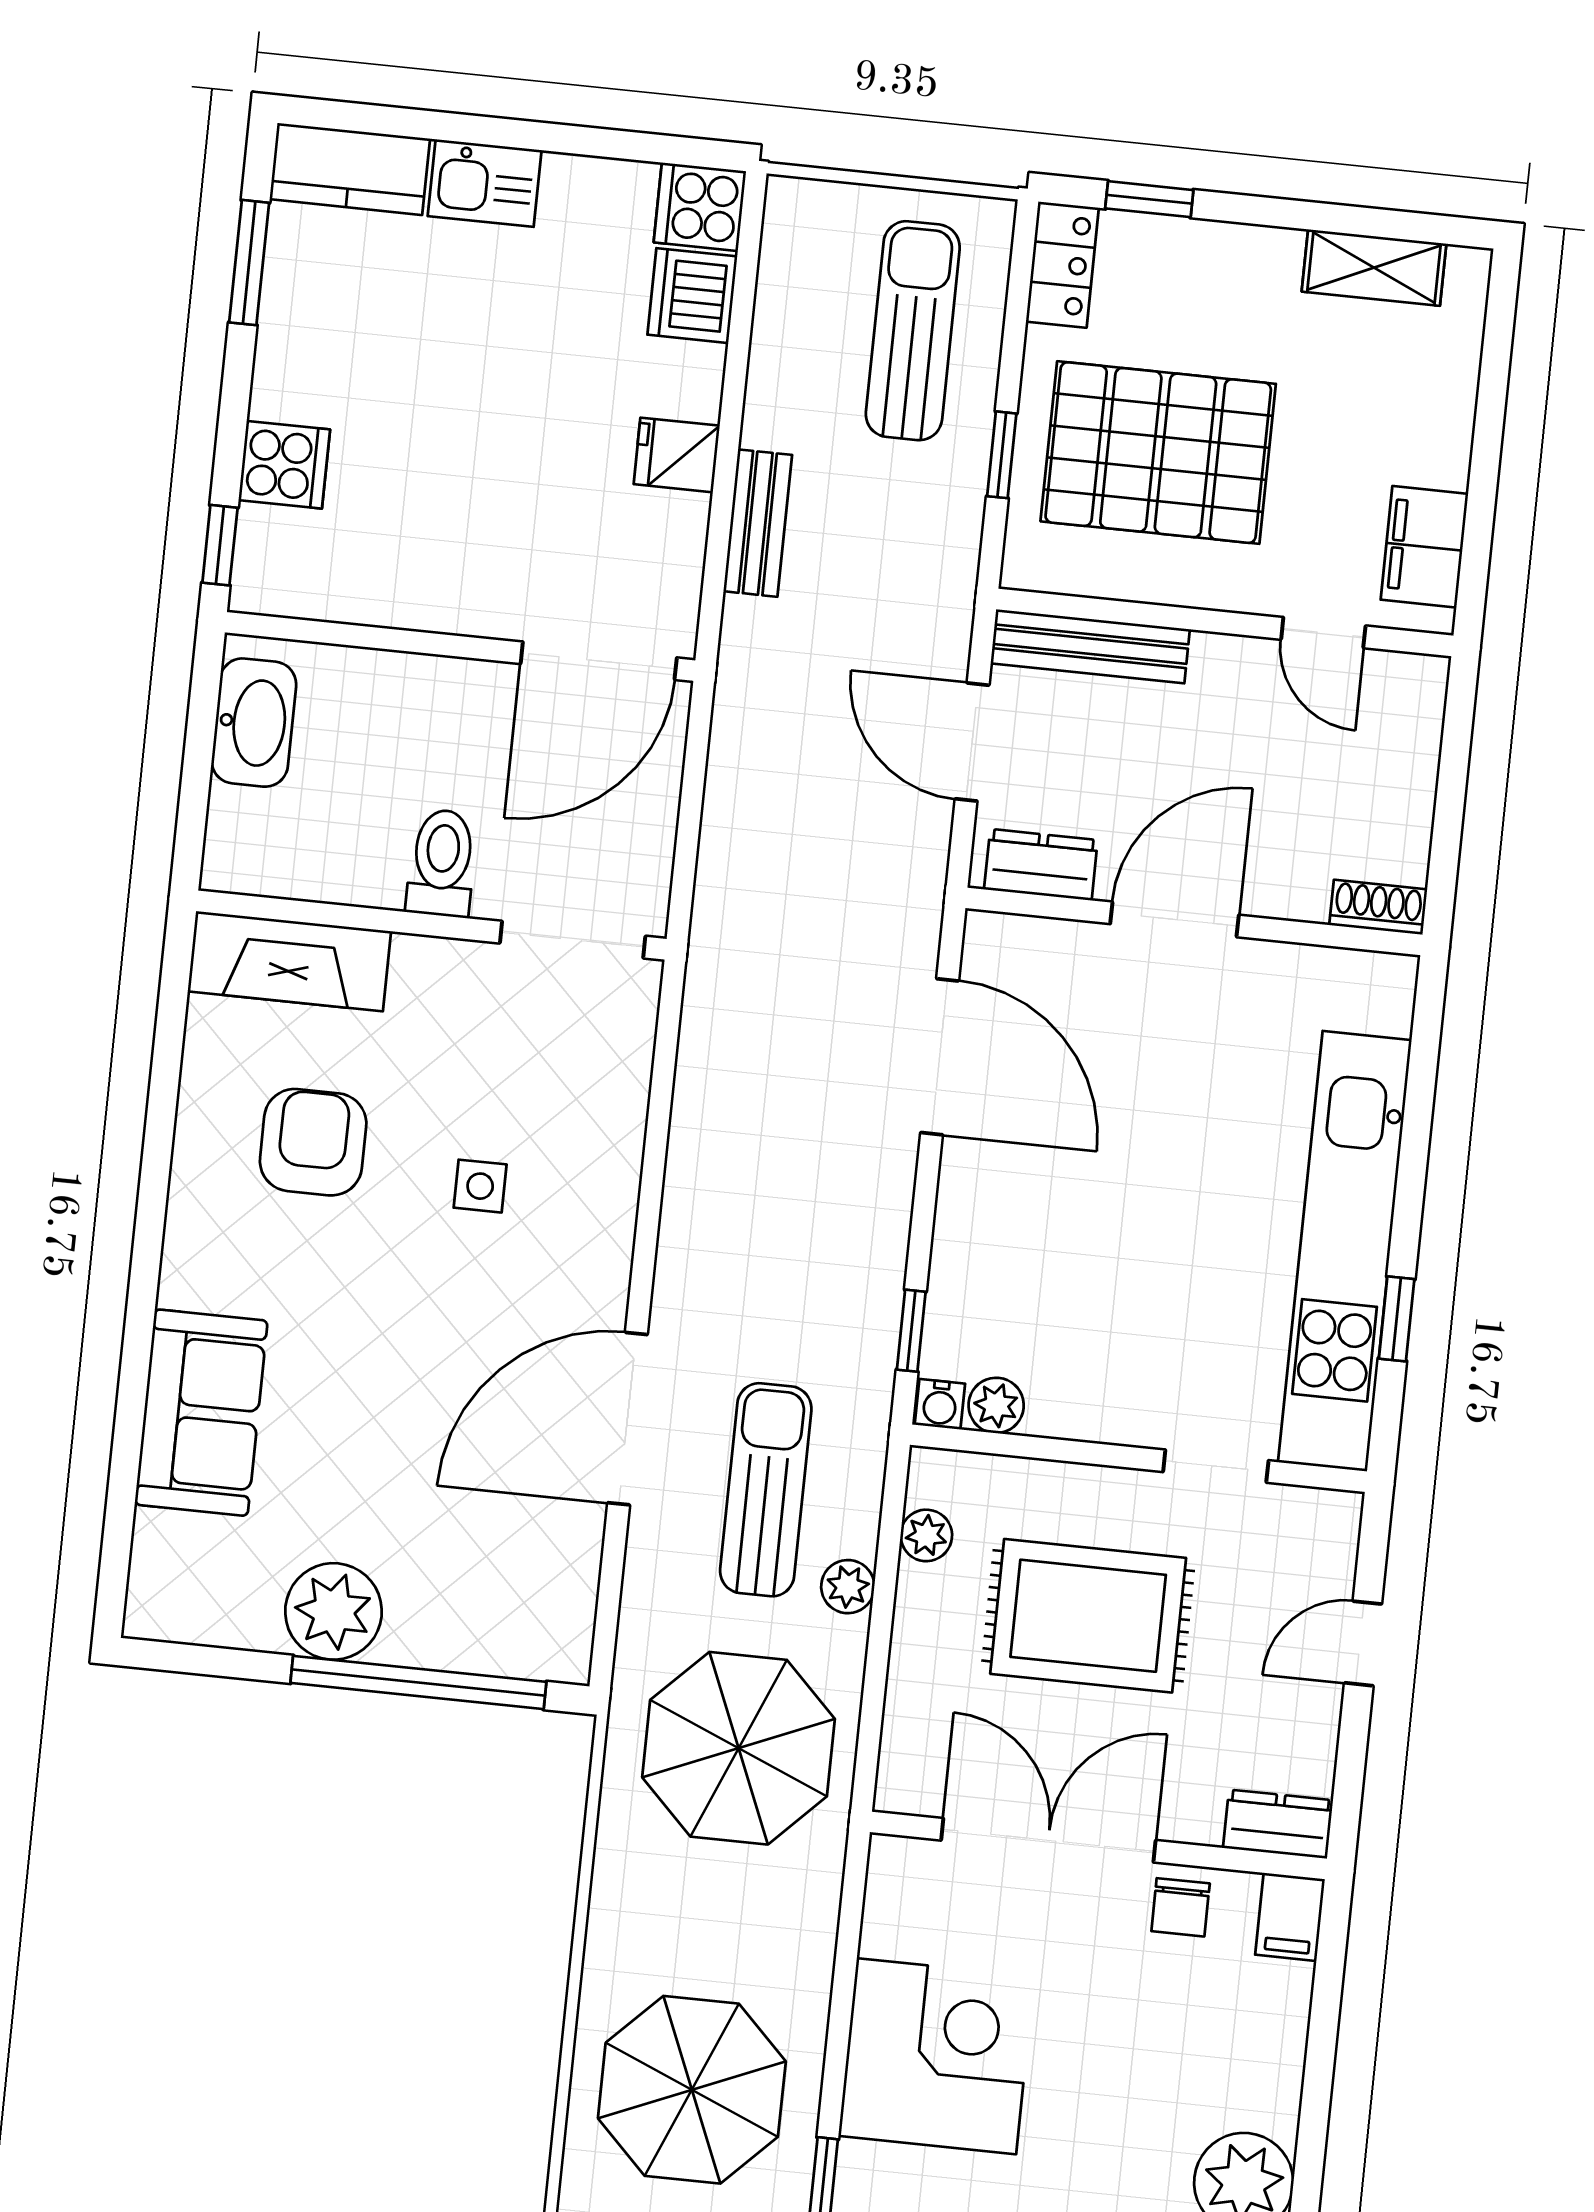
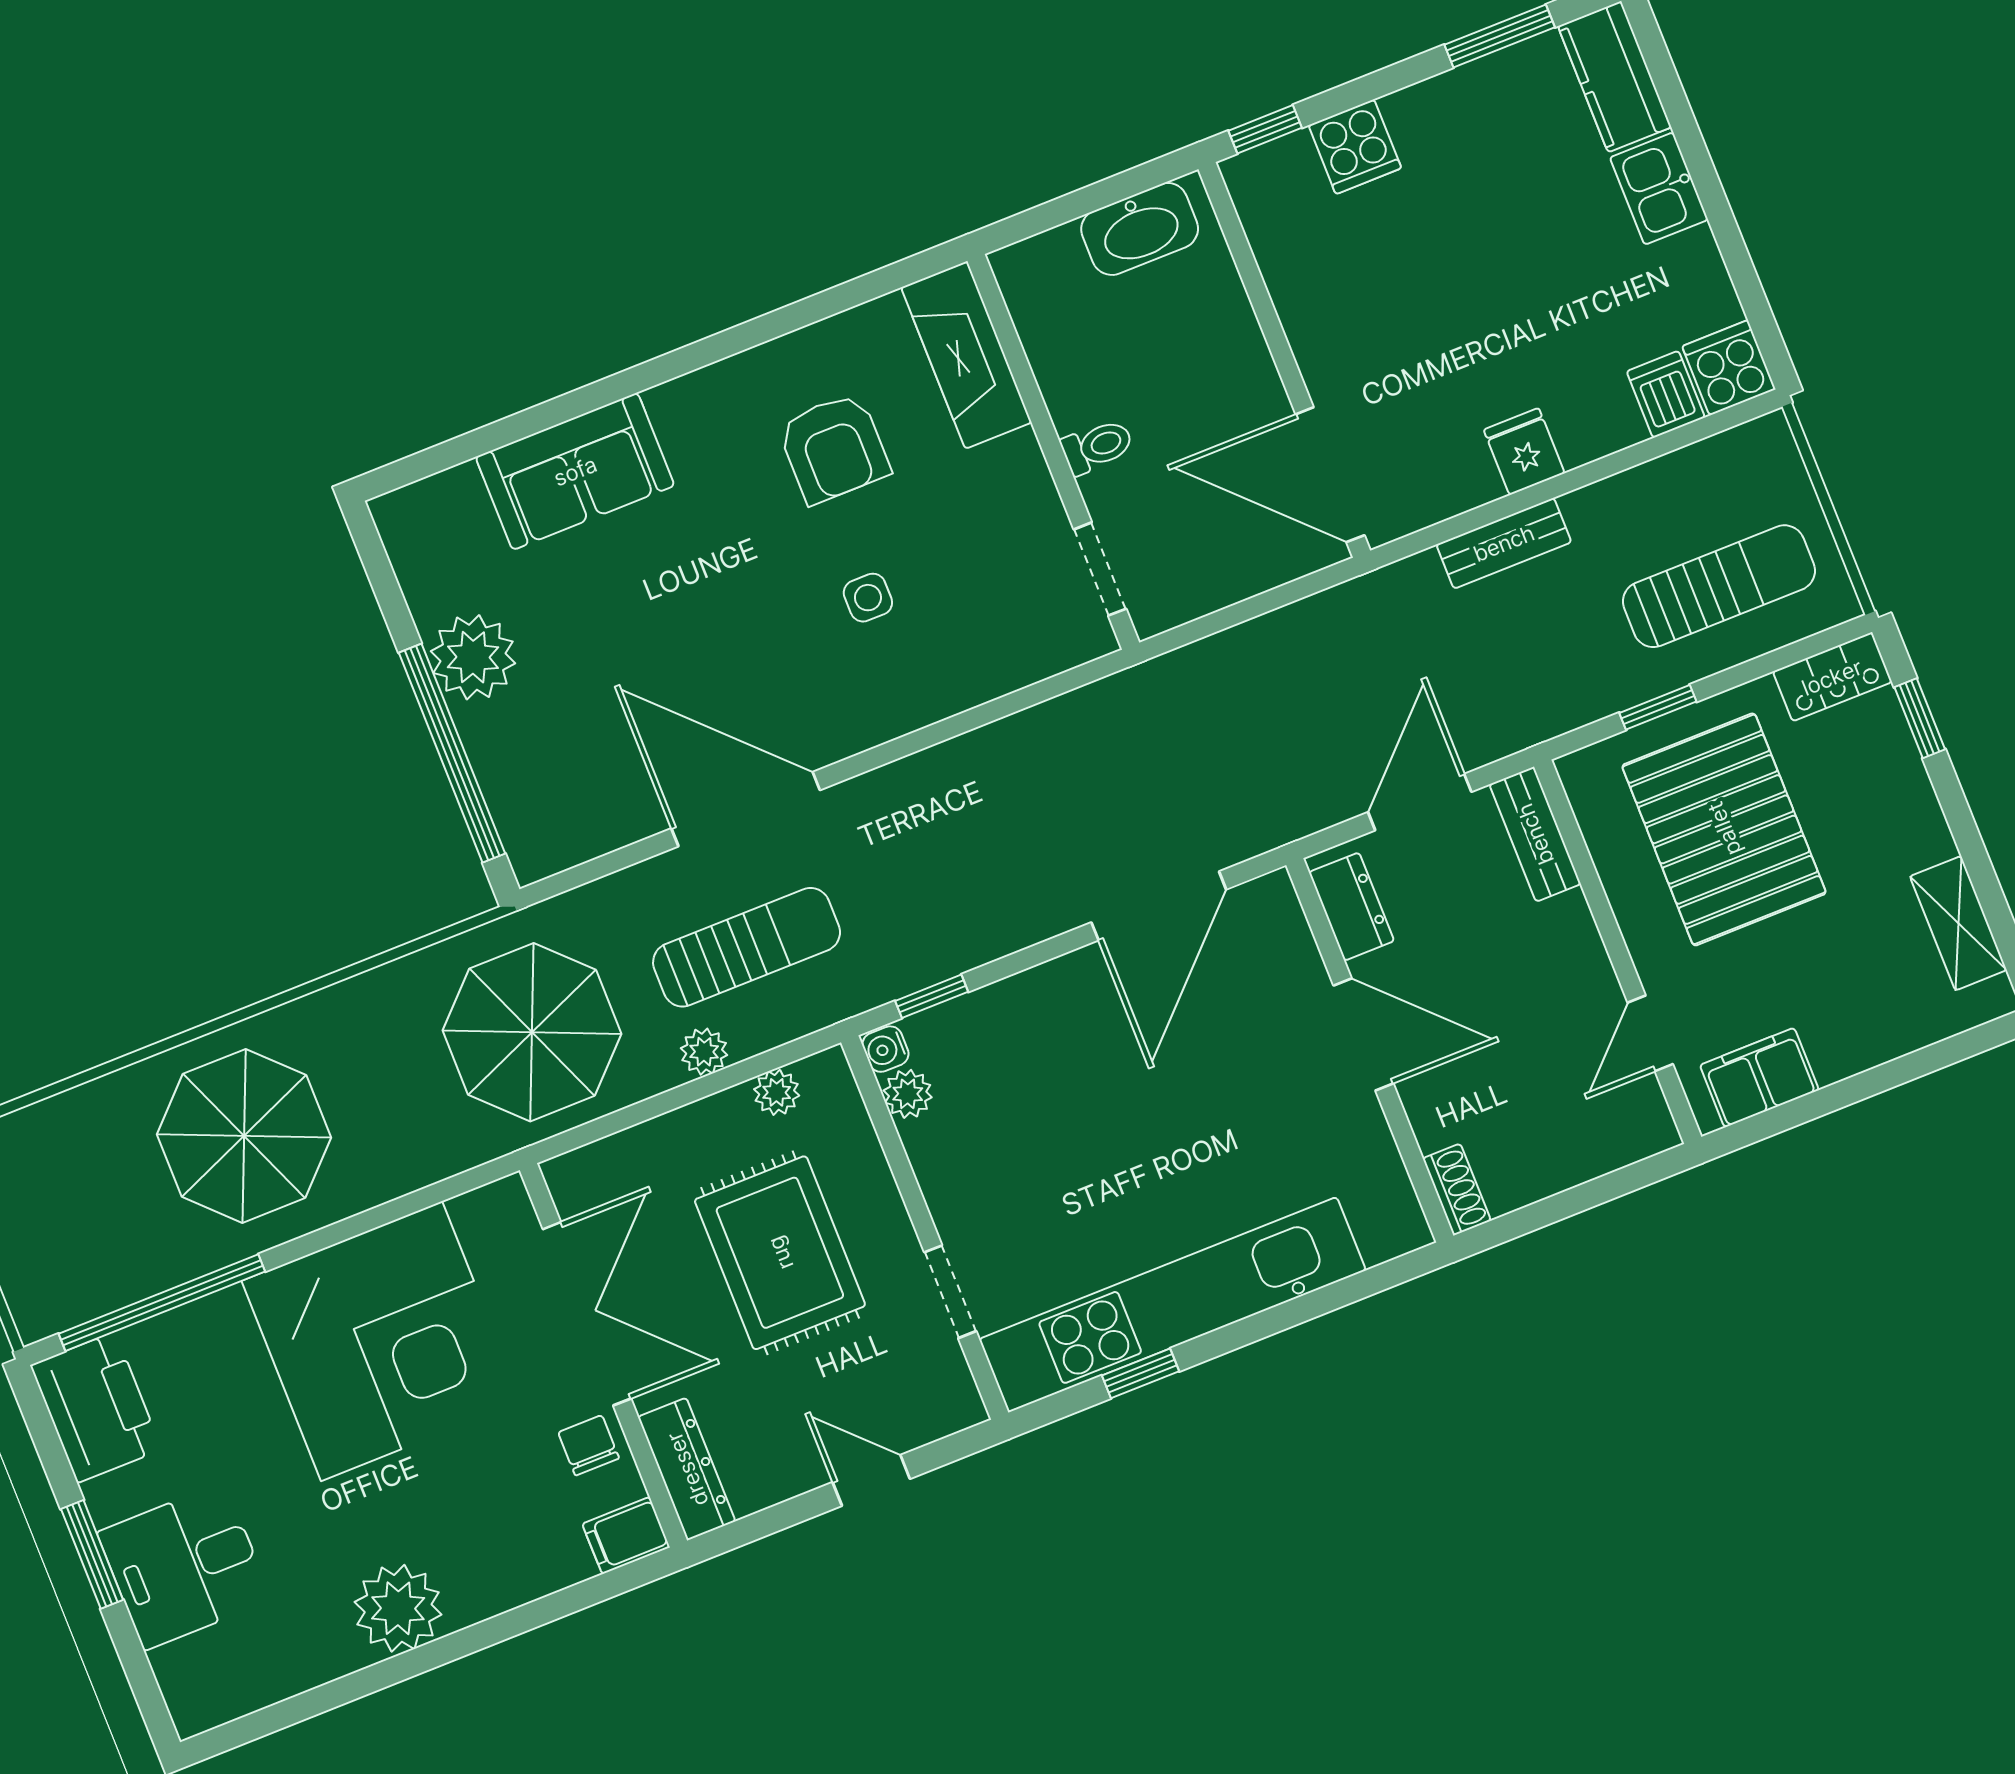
dishwasher: (692, 296) -> (1666, 394), width x0.73
bench: (1090, 646) -> (1535, 834), width x0.73
toilet: (442, 863) -> (1097, 447), width x0.73, depth x0.72
doorway: (573, 940) -> (1100, 569), width x0.73
armchair: (313, 1142) -> (834, 448), turned 90
dresser: (1278, 1824) -> (687, 1469), width x1.44
chair: (1181, 1907) -> (589, 1445), turned 90
corner desk: (936, 2056) -> (382, 1341), width x1.36, depth x1.36

